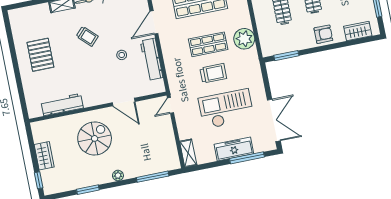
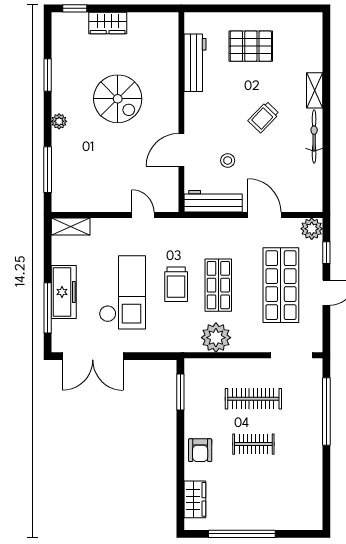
door: (124, 102) -> (181, 150), moved
workbench: (62, 105) -> (195, 63), moved
wall: (98, 107) -> (181, 112), moved

